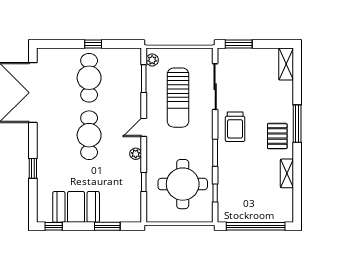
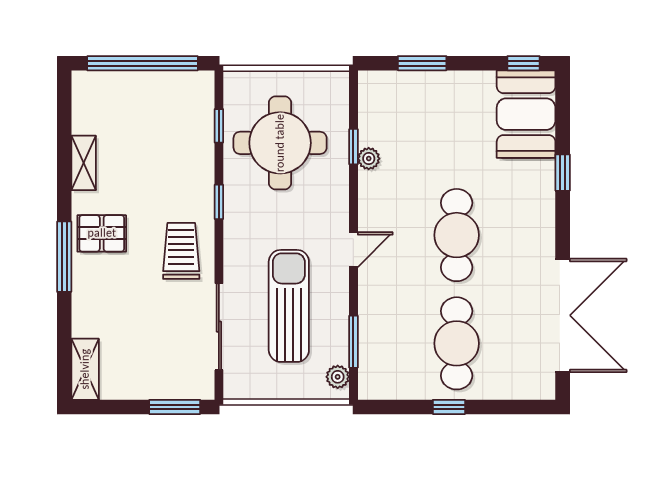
pallet: (277, 136) -> (102, 233), turned 90
window: (215, 153) -> (219, 202), width x0.67
plant: (136, 154) -> (369, 159), moved
booth: (76, 207) -> (526, 114), moved, turned 90

